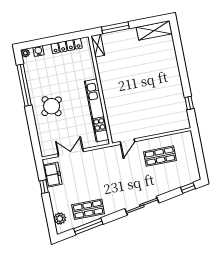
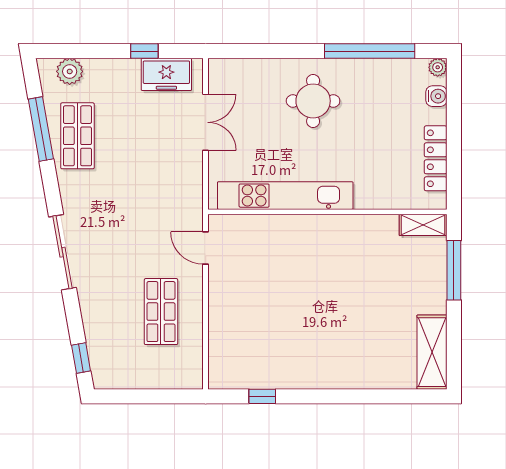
round table: (52, 106) -> (313, 101), turned 33

